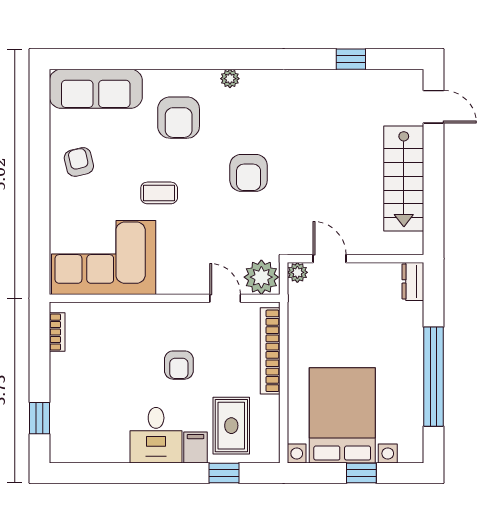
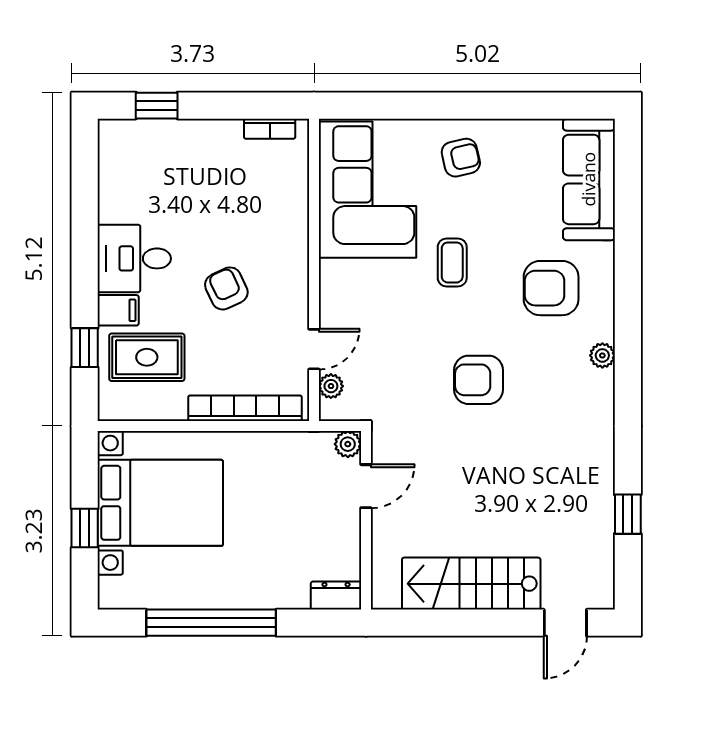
armchair: (79, 162) -> (461, 158), moved
plant: (261, 277) -> (331, 386), width x0.53, depth x0.53
armchair: (179, 365) -> (226, 288), turned 65

